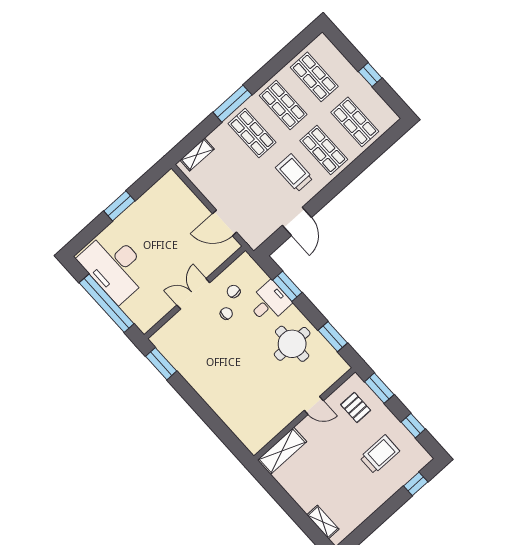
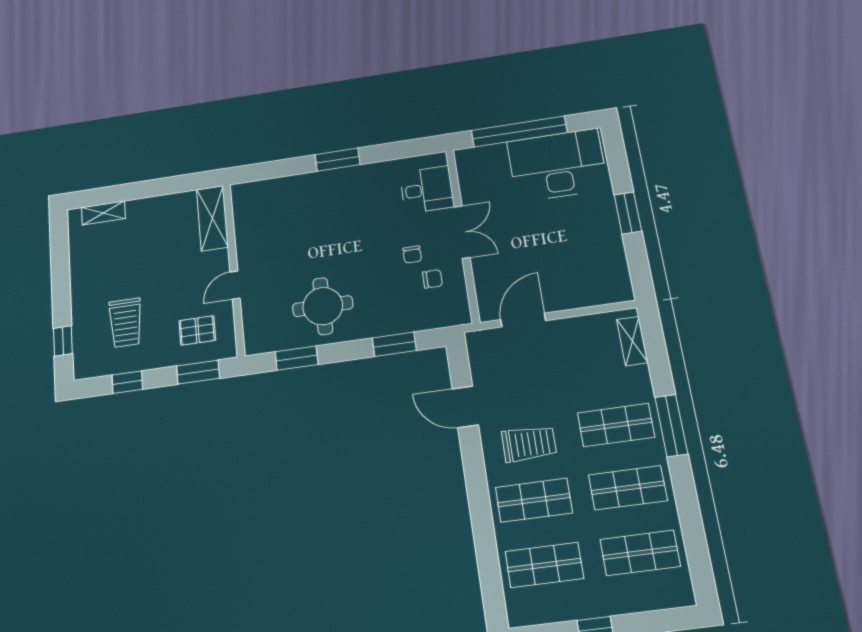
desk: (269, 302) -> (427, 190), moved, turned -90
window: (161, 364) -> (338, 160), moved

